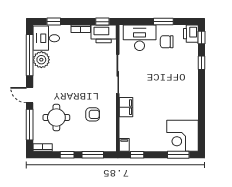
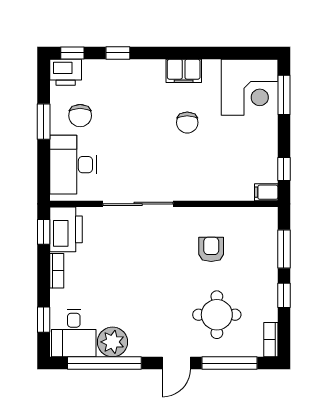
chair: (163, 101) -> (187, 123), added
filing cabinet: (126, 107) -> (184, 71), moved, turned 180

